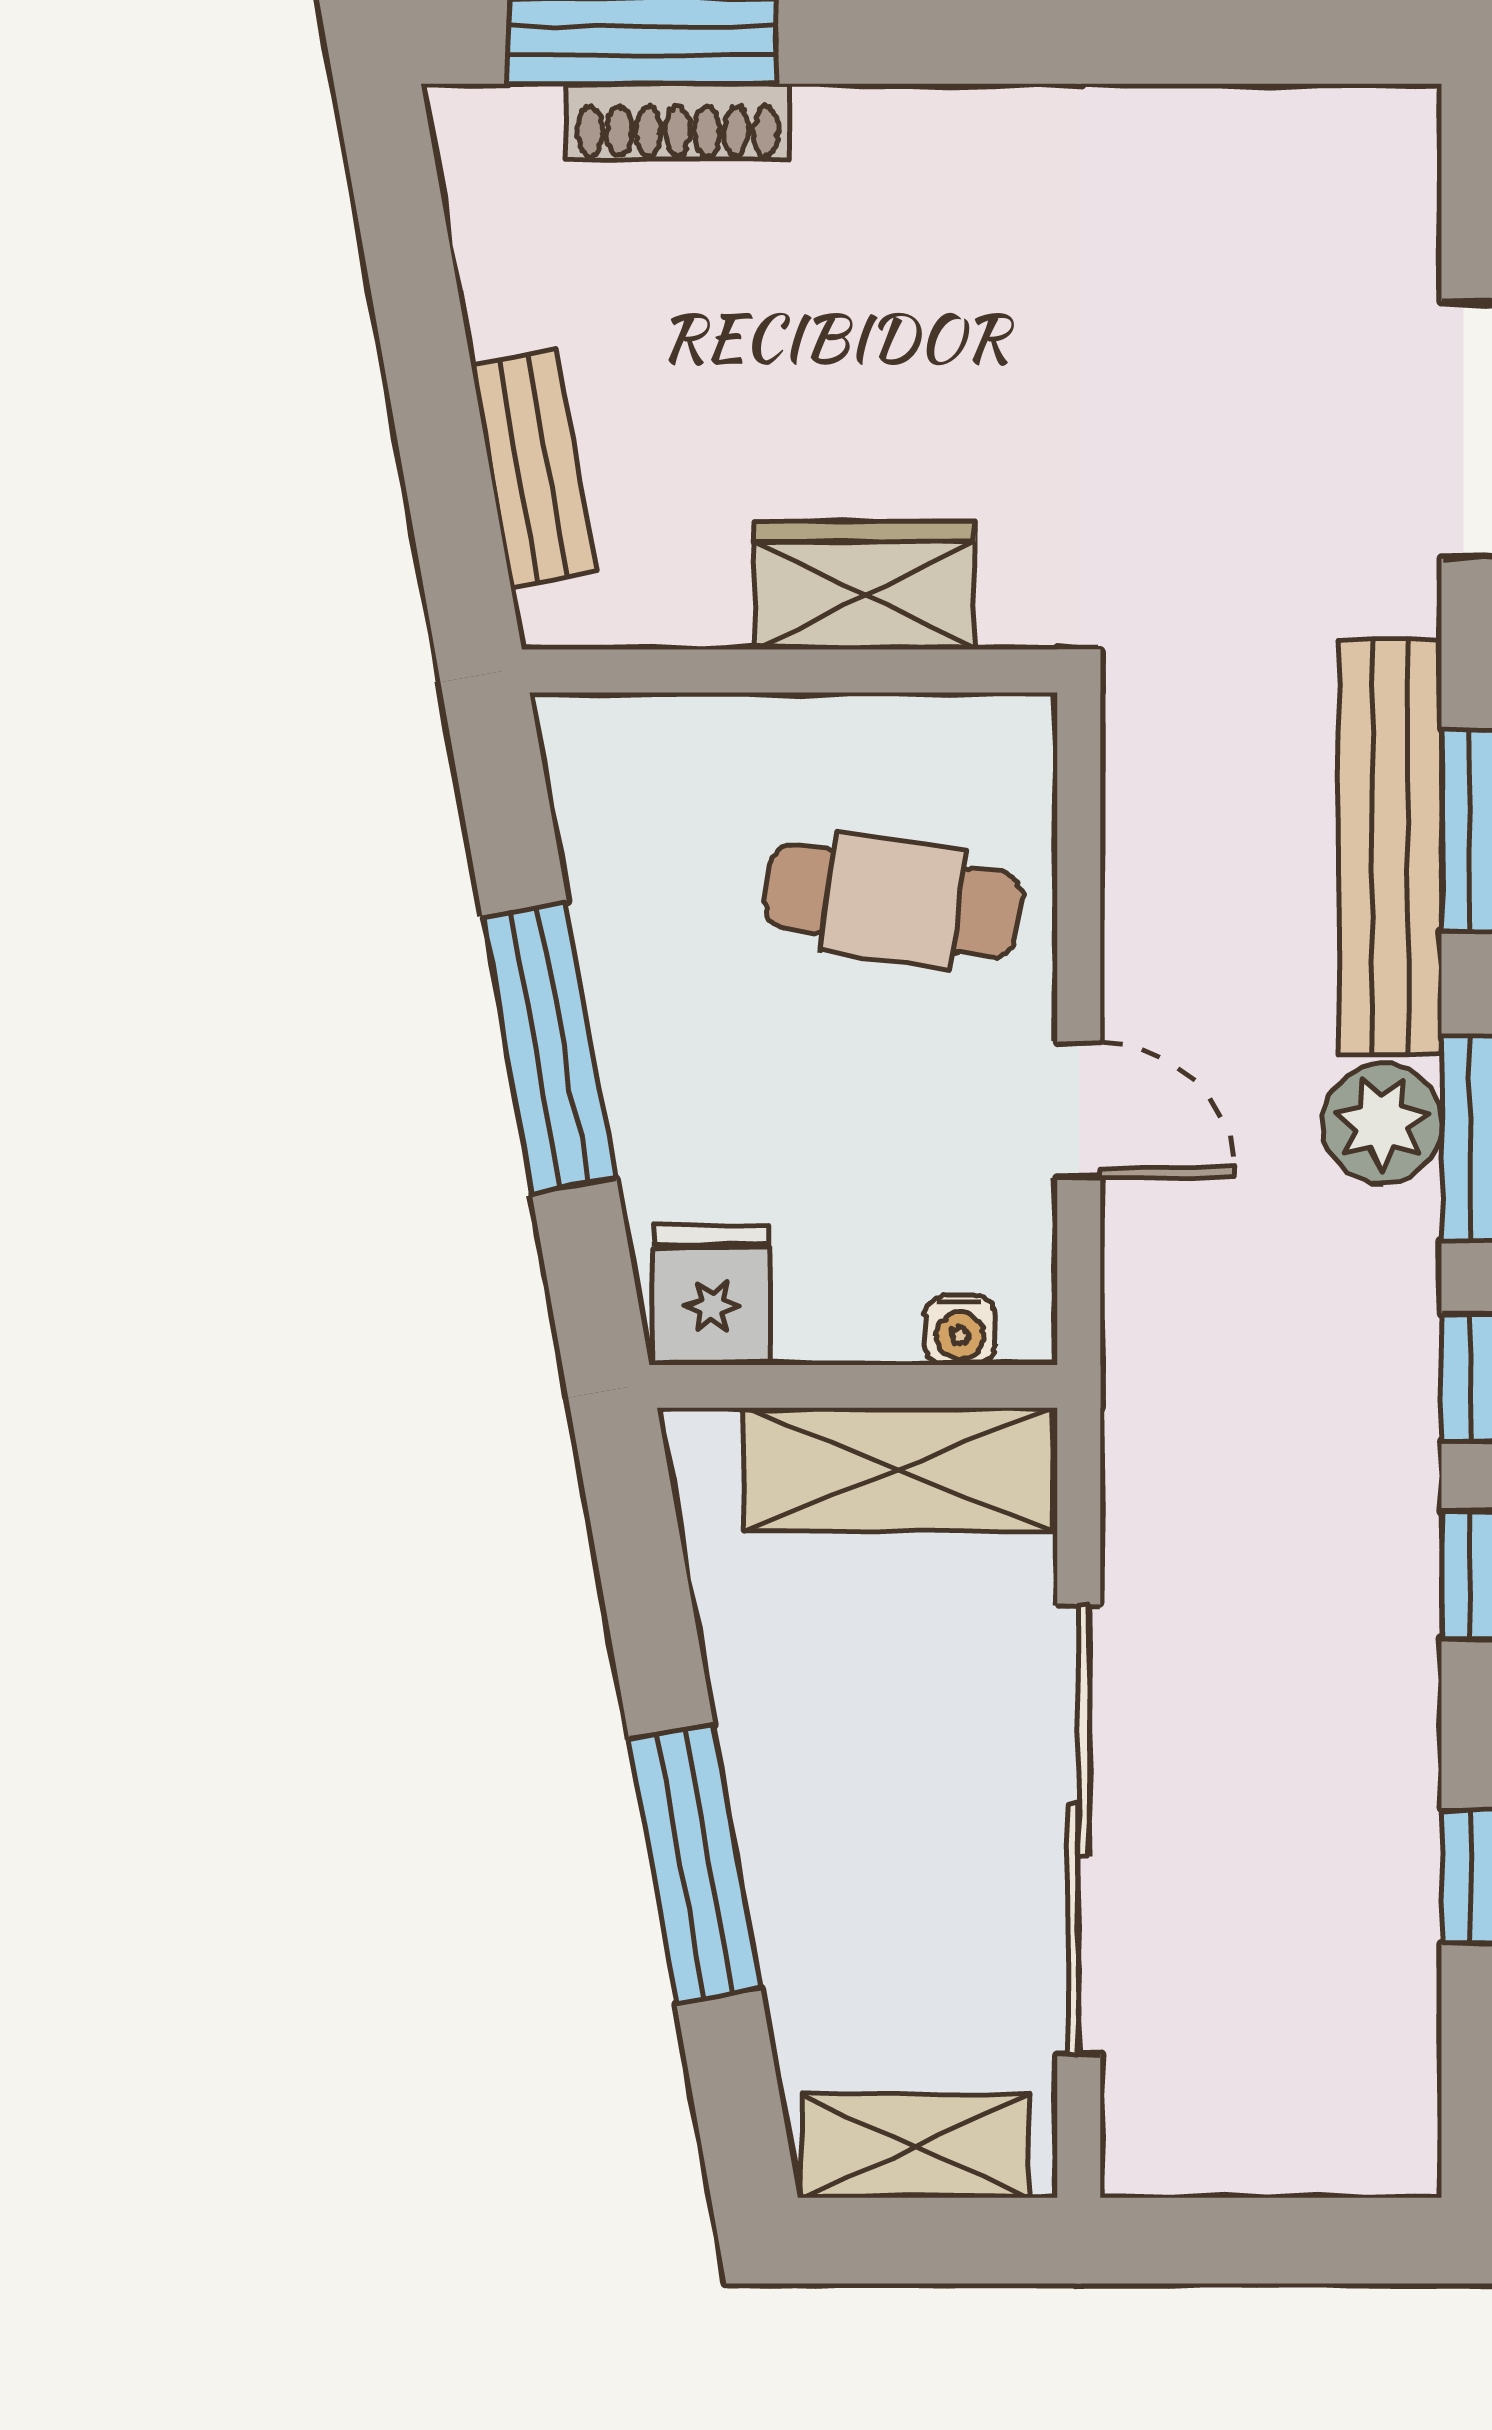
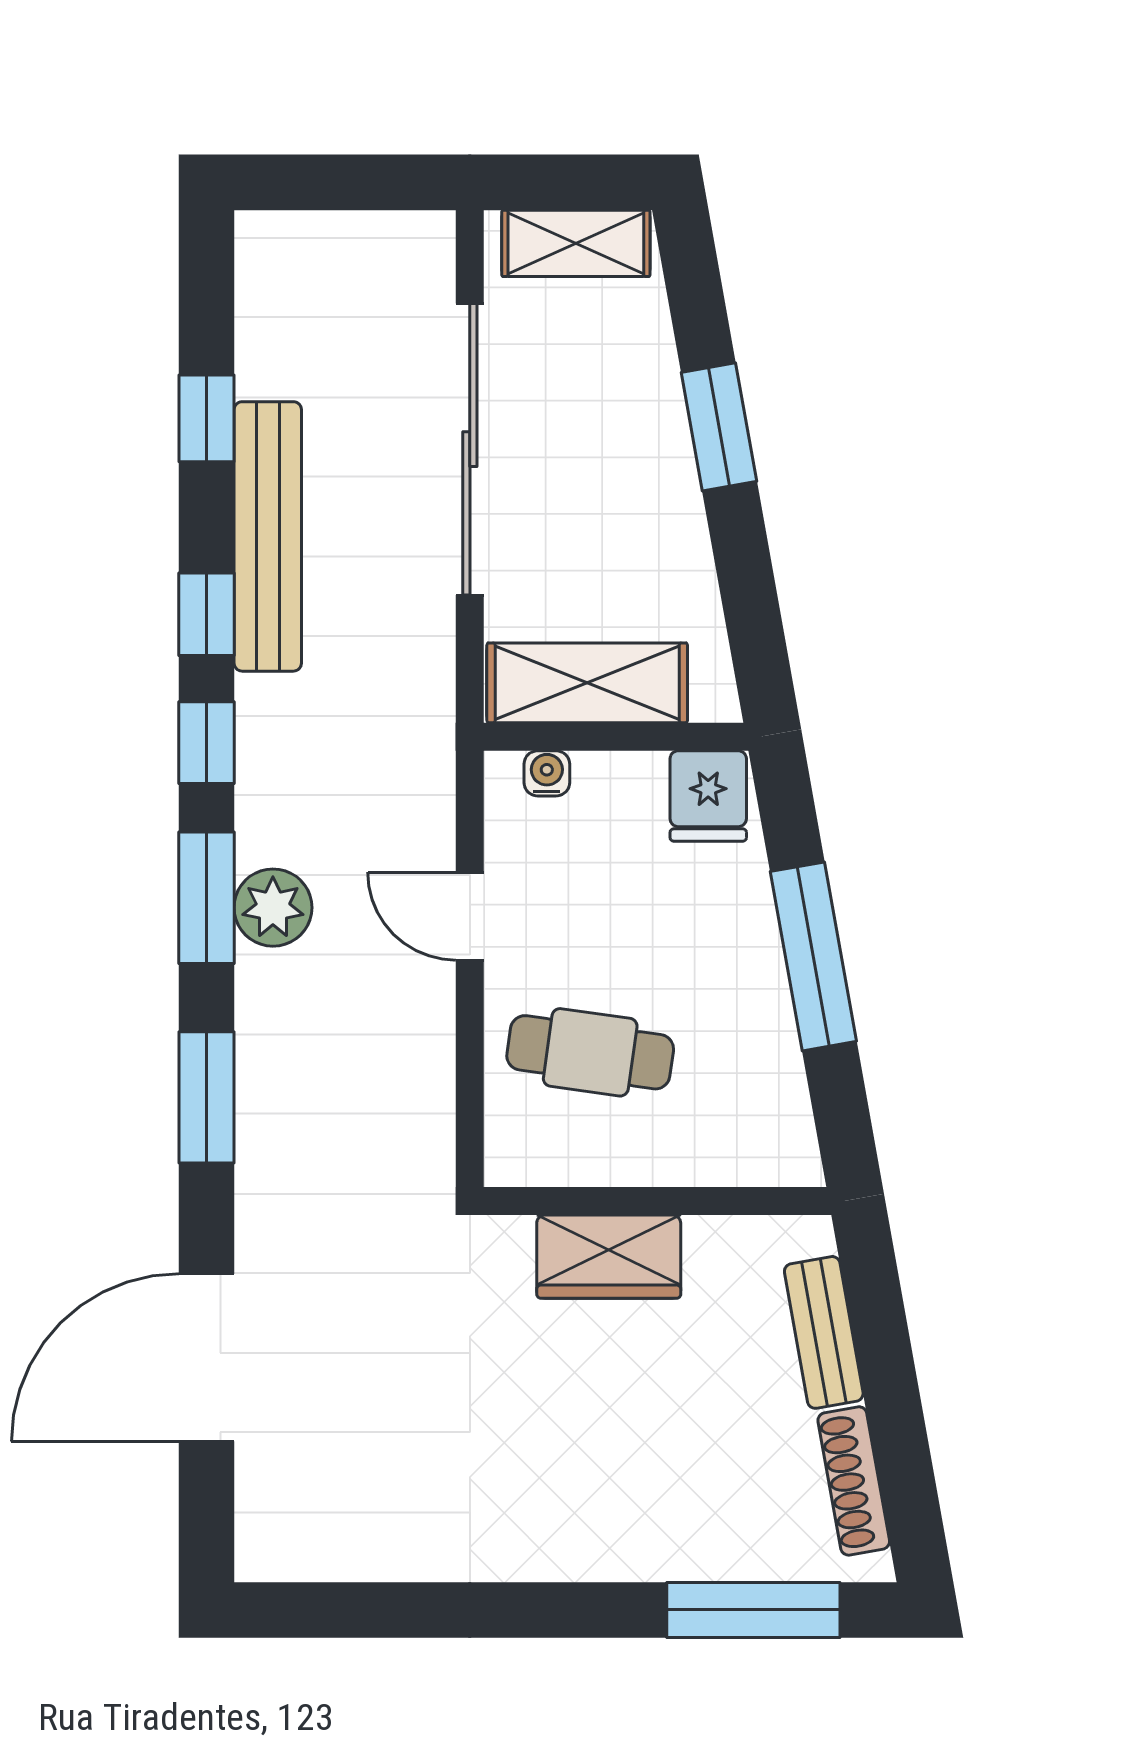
shoe rack: (678, 122) -> (854, 1481), moved, turned -100
bench: (1390, 847) -> (268, 536), moved
window: (695, 1864) -> (719, 427), width x0.69

